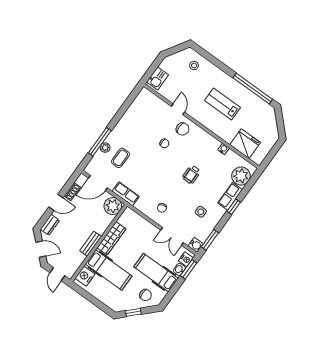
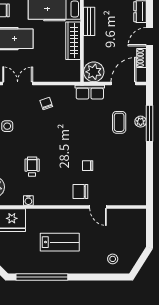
kitchen sink: (158, 78) -> (138, 222), removed
wheelchair: (191, 174) -> (32, 167), moved

